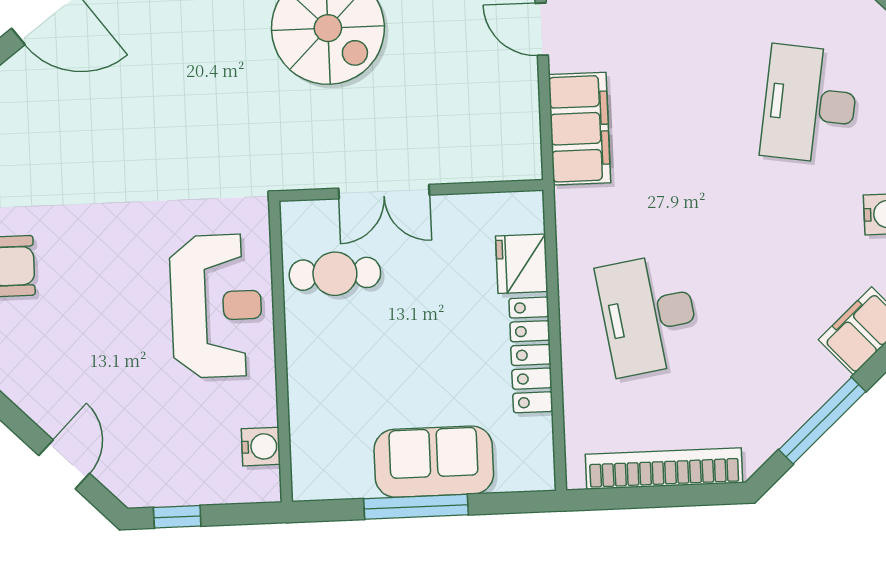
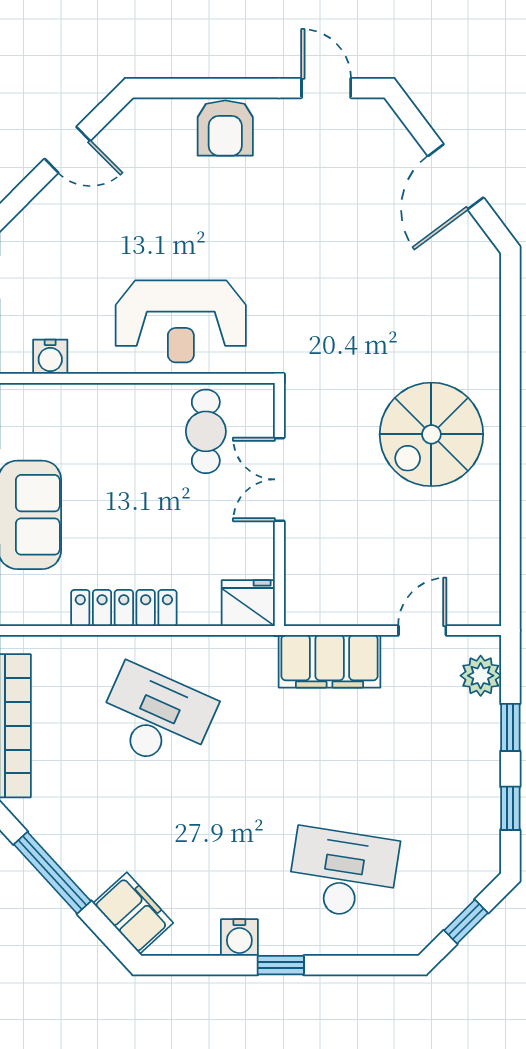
fridge: (522, 264) -> (248, 603), moved
desk: (649, 315) -> (156, 717), turned 33
door: (64, 464) -> (67, 150), moved

